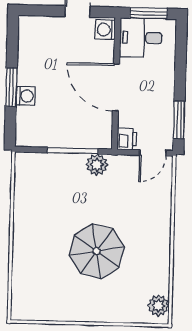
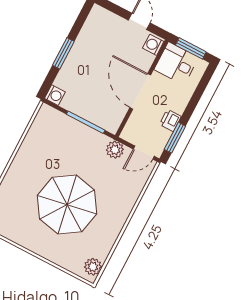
washing machine: (26, 96) -> (55, 95), moved
printer: (127, 139) -> (170, 120), moved, turned 180
plant: (97, 165) -> (115, 150), moved
parasol: (97, 251) -> (67, 205), width x1.36, depth x1.36

